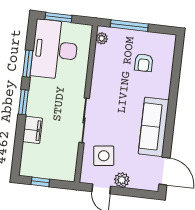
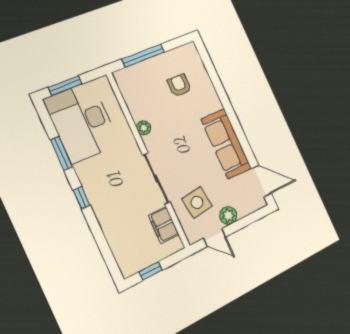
plant: (102, 38) -> (144, 128), moved
armchair: (144, 63) -> (179, 85), turned 180
window: (23, 102) -> (82, 198), width x0.67
filing cabinet: (32, 130) -> (164, 225), moved, turned 180

